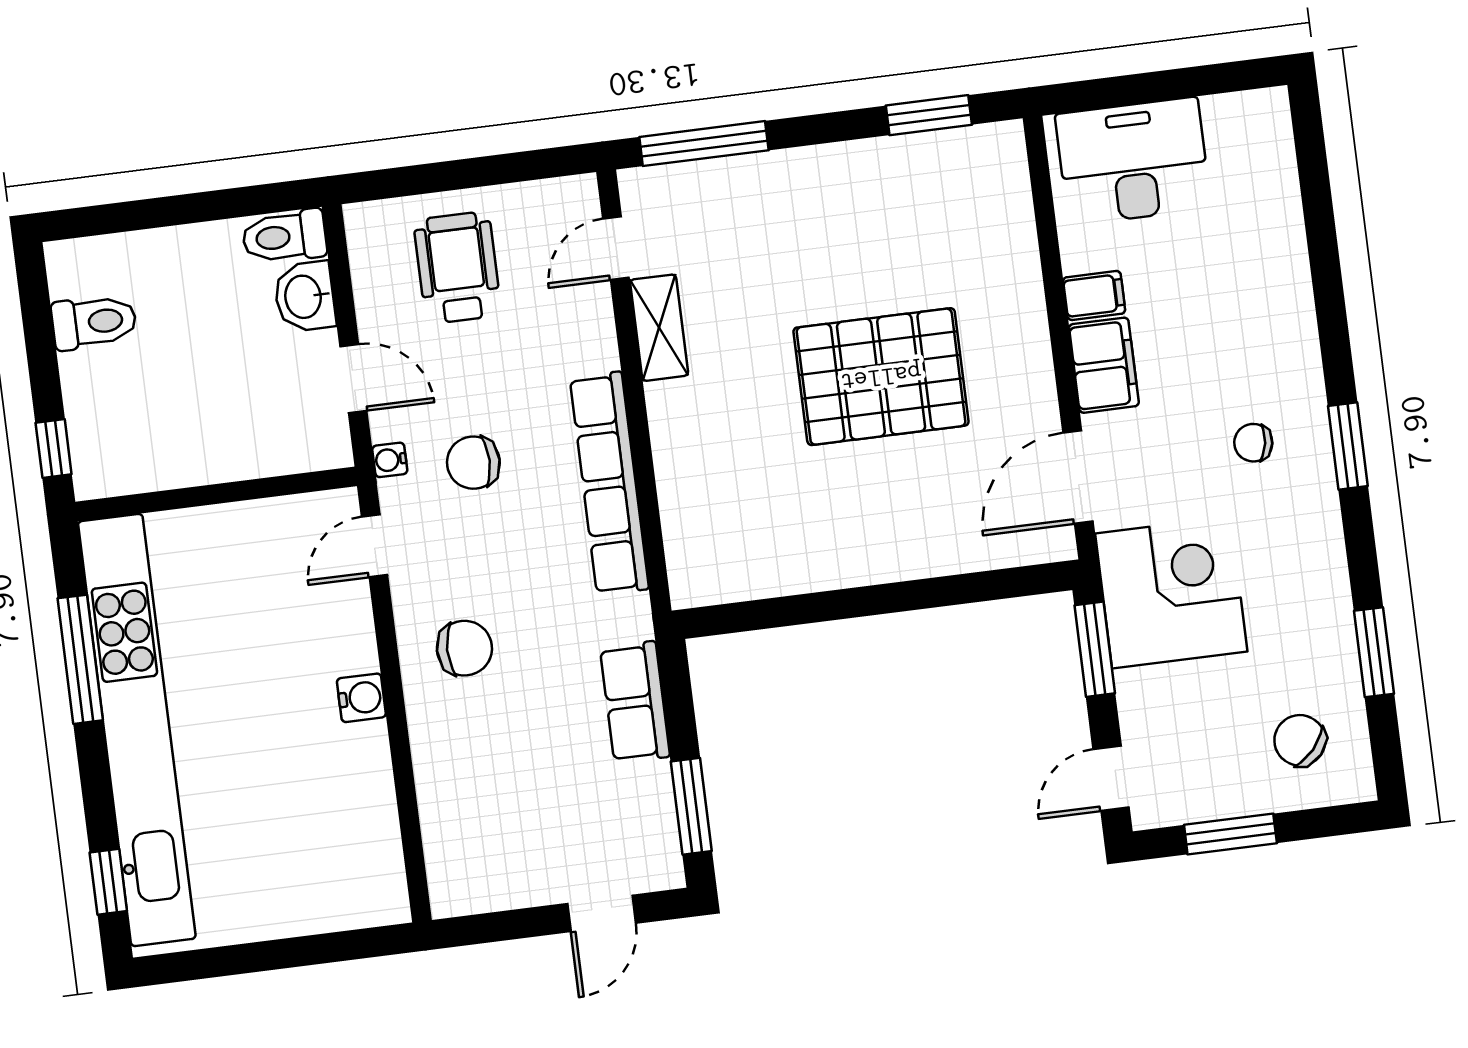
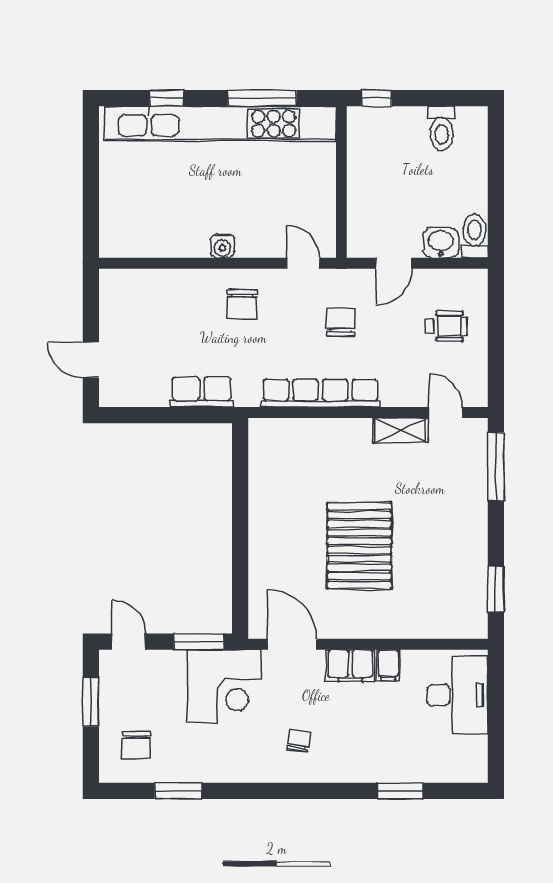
wheelchair: (457, 268) -> (446, 326), width x0.73, depth x0.73
window: (1348, 446) -> (400, 791), moved
water cooler: (390, 460) -> (348, 277), removed
chair: (1300, 740) -> (136, 745), turned 138
window: (691, 806) -> (142, 415), removed
window: (108, 882) -> (167, 98), moved

